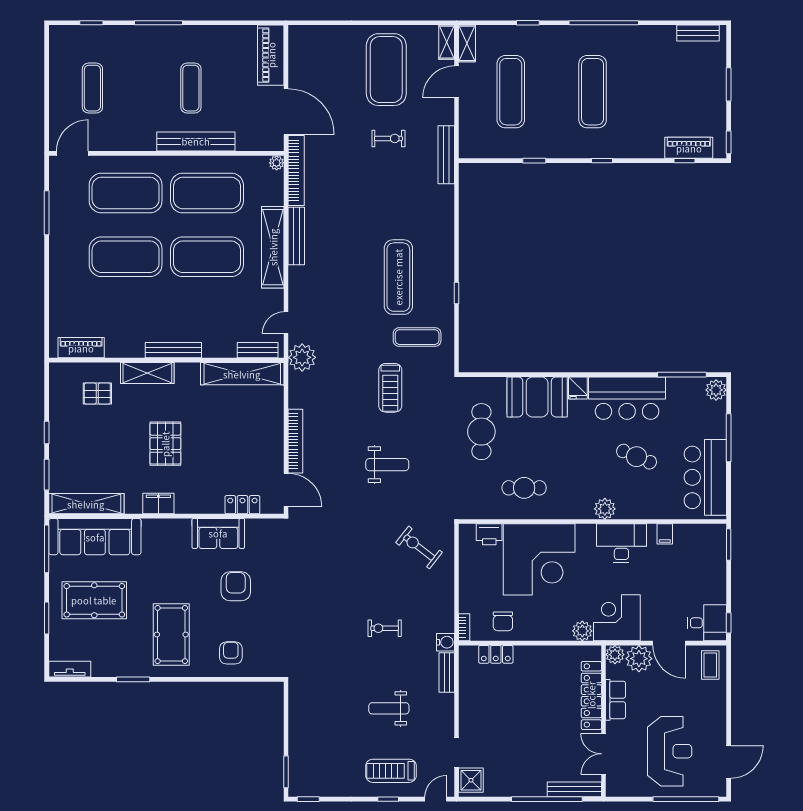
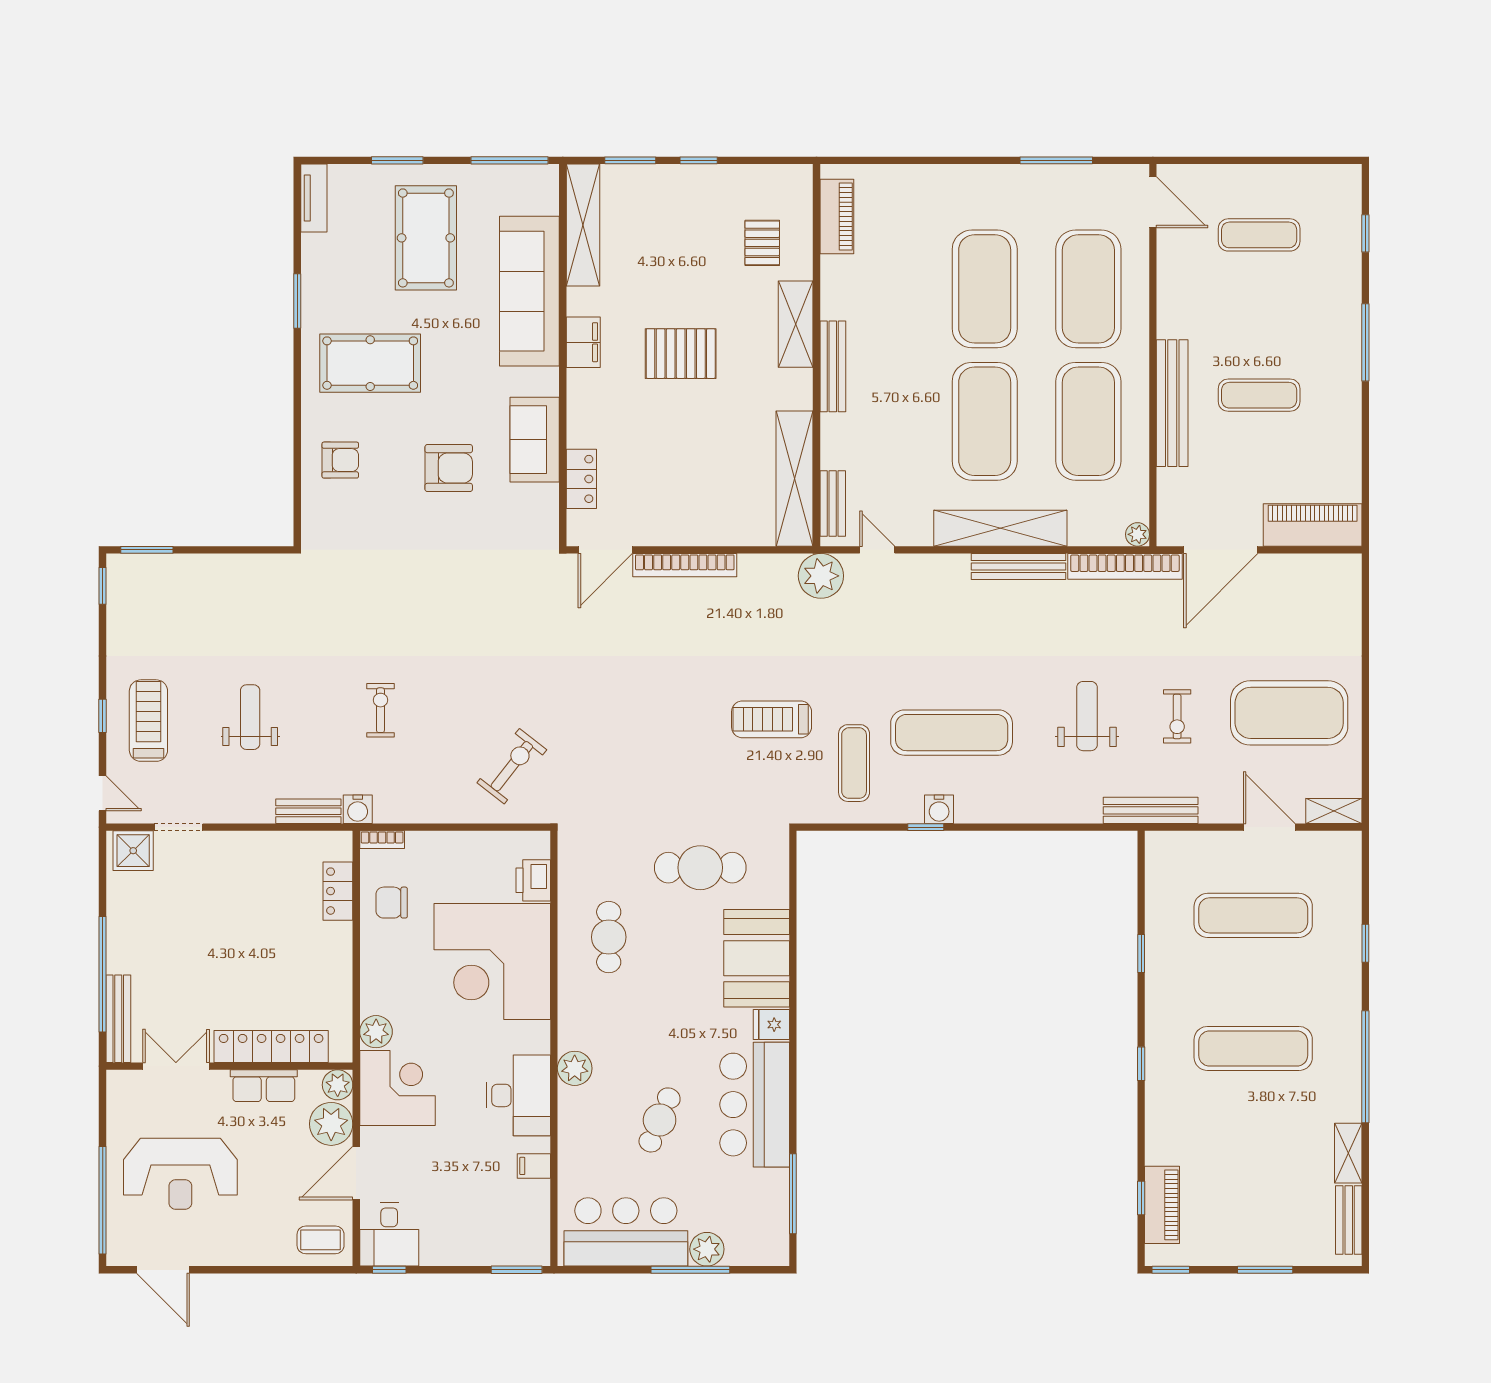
shelving: (467, 43) -> (1348, 1153), moved, turned 90
water cooler: (446, 285) -> (939, 809), added
plant: (716, 390) -> (707, 1249), moved
weight bench: (387, 465) -> (1087, 716), moved, turned 180
sofa: (95, 537) -> (529, 291), moved

